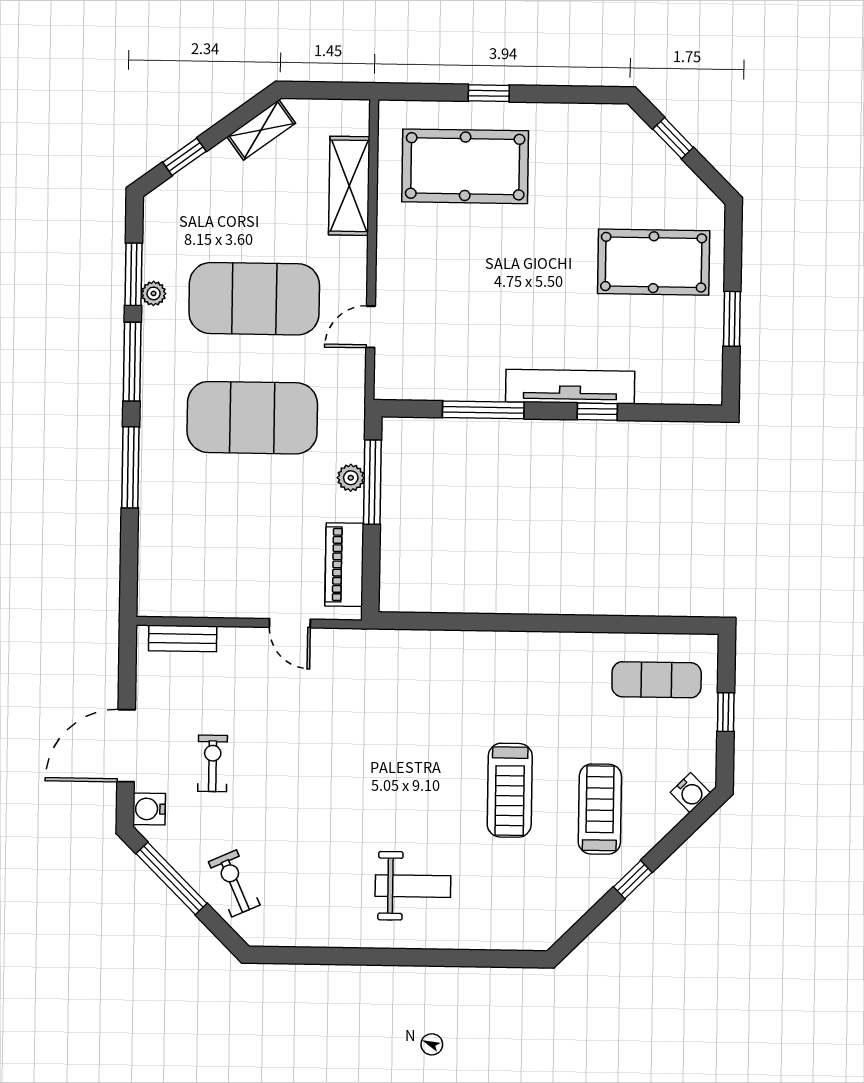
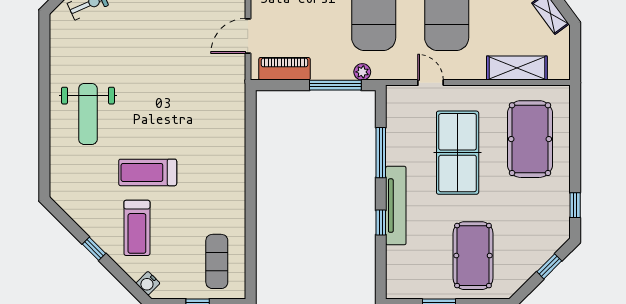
window: (489, 93) -> (575, 205), moved
table tennis table: (485, 285) -> (458, 153), added
plant: (351, 478) -> (362, 72), moved
door: (290, 623) -> (248, 36), width x1.37
treadmill: (600, 809) -> (137, 228), turned 90
weight bench: (413, 886) -> (88, 114), width x1.36, depth x1.33

